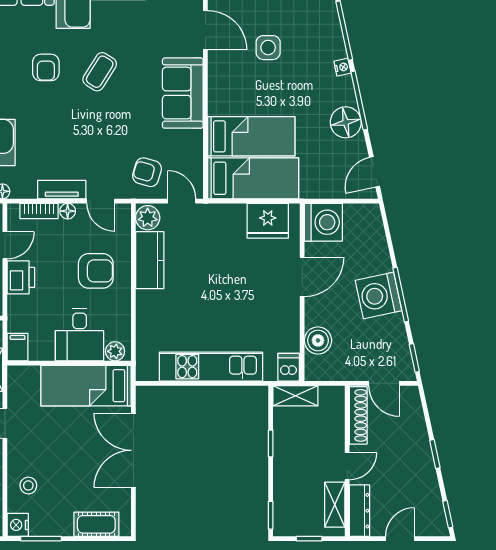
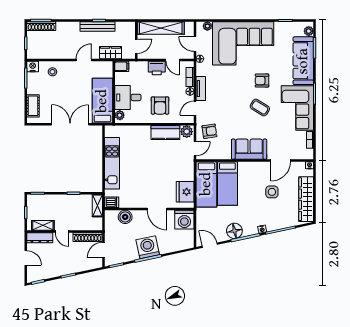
armchair: (147, 172) -> (209, 131), turned 66

